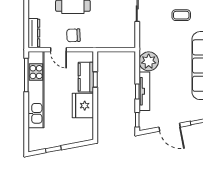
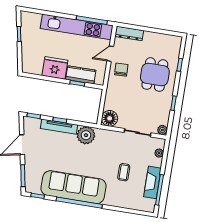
floor lamp: (127, 39) -> (110, 118), added

